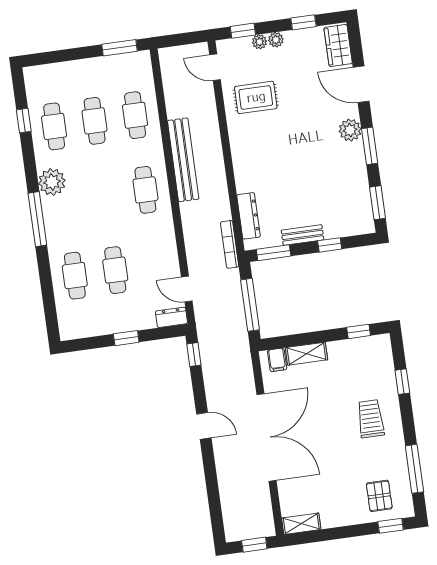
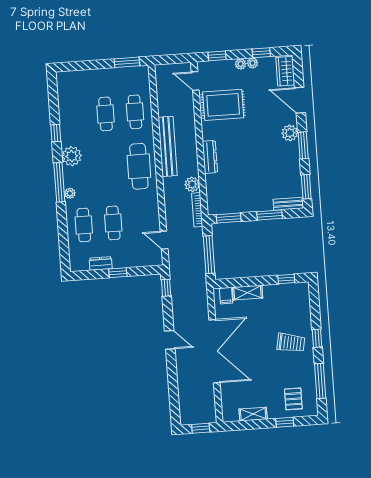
plant: (259, 42) -> (253, 63), moved
rug: (256, 97) -> (223, 105), width x1.36, depth x1.43
window: (24, 121) -> (56, 133), moved
cafe table: (54, 126) -> (76, 116), removed
cafe table: (145, 190) -> (139, 166), width x1.37, depth x1.35
plant: (220, 210) -> (192, 184), added
dresser: (249, 216) -> (210, 157), moved
plant: (53, 233) -> (70, 193), added
bench: (303, 235) -> (288, 204), moved
window: (330, 245) -> (270, 215), width x1.50
dresser: (171, 317) -> (101, 263), moved
window: (402, 382) -> (317, 338), moved
trolley: (371, 419) -> (291, 343), turned 101
shelving: (301, 524) -> (253, 414), moved
window: (391, 526) -> (285, 422), moved

